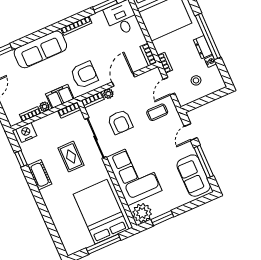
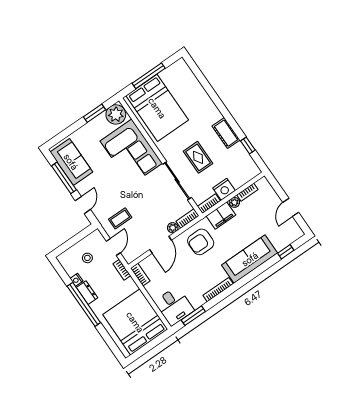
armchair: (120, 122) -> (155, 202), removed
nightstand: (26, 133) -> (224, 189), moved

